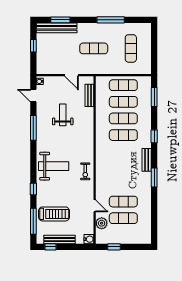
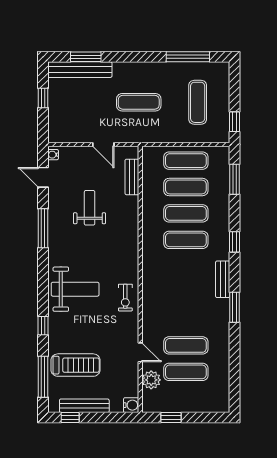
window: (111, 20) -> (188, 57), moved
window: (154, 61) -> (235, 122), added

